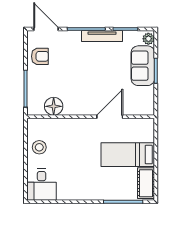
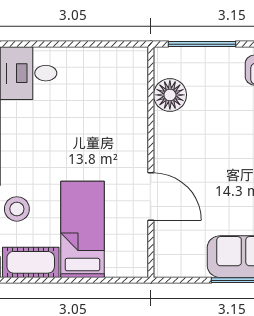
stool: (39, 147) -> (17, 209), moved

